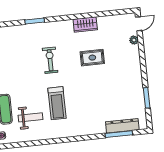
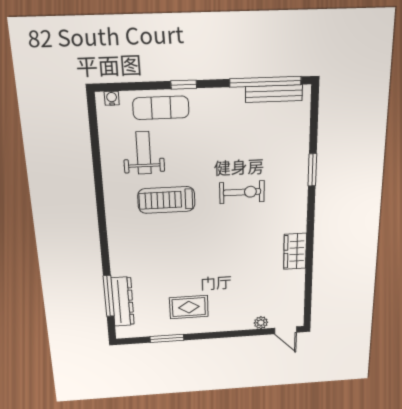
rug: (92, 58) -> (189, 307), moved, turned 90
weight bench: (30, 117) -> (144, 153), turned 180

